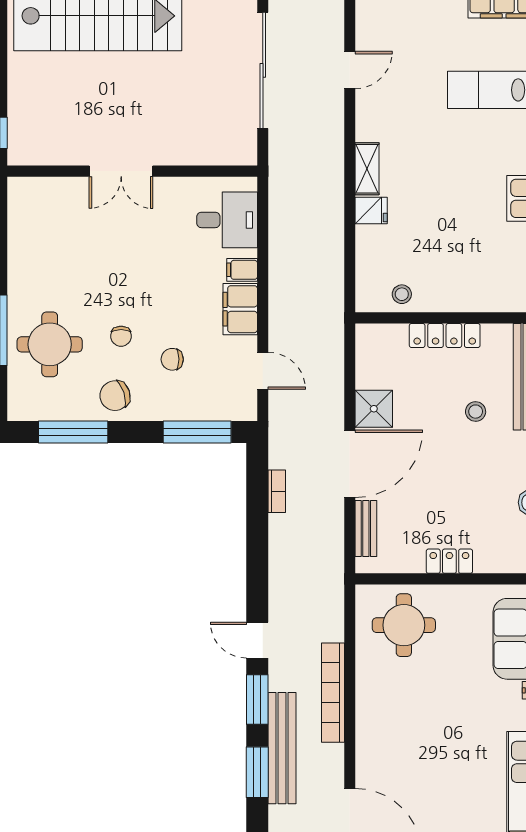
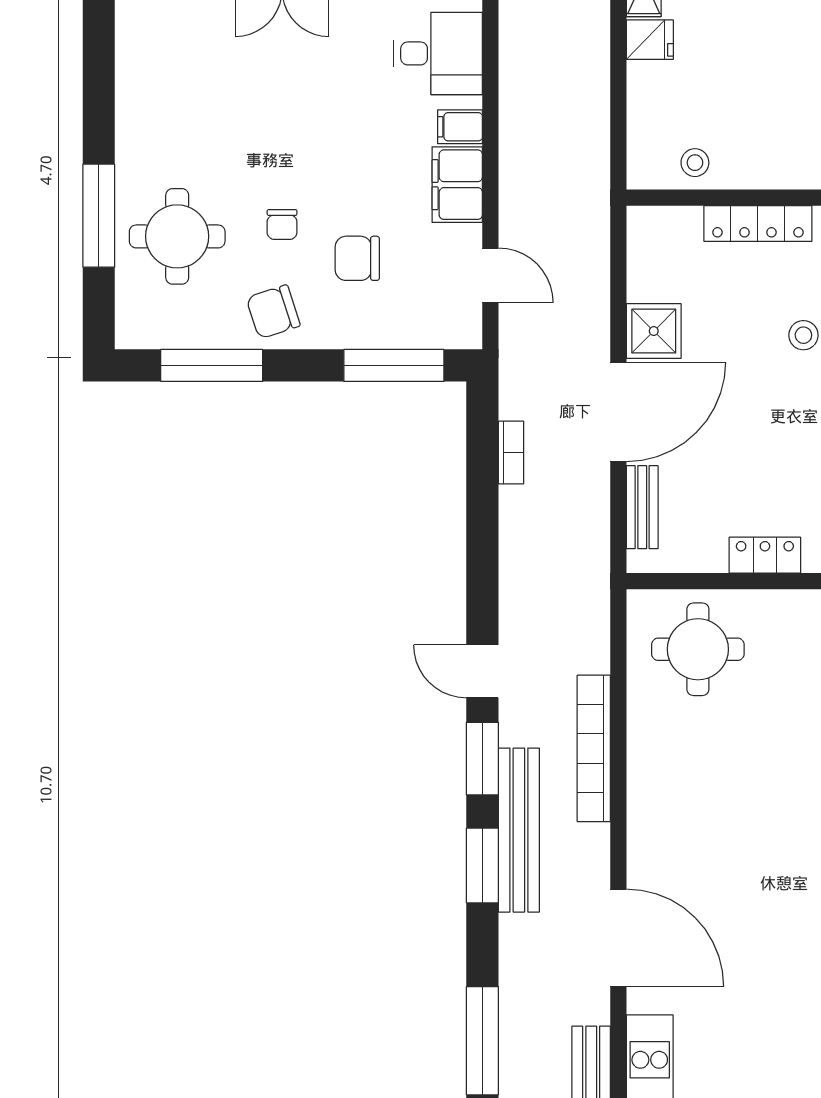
chair: (172, 359) -> (357, 258), width x1.37, depth x1.37

